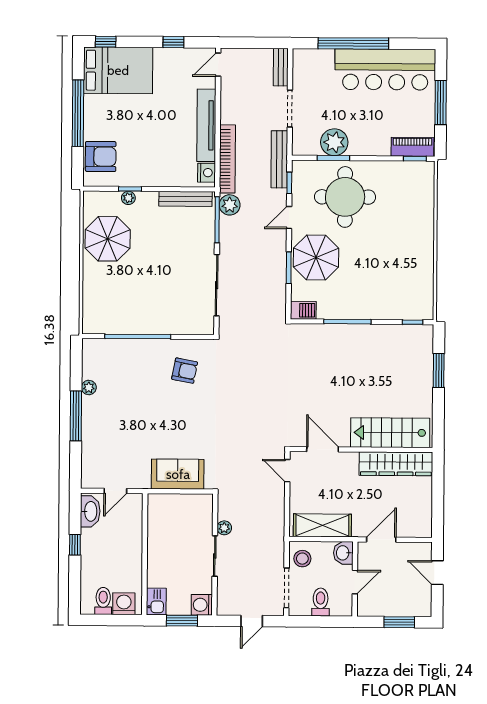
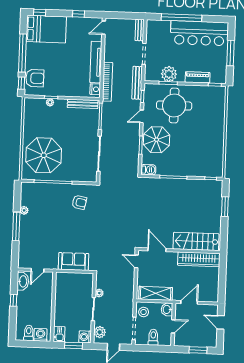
piano: (413, 147) -> (198, 77), moved
window: (78, 166) -> (21, 83), added
plant: (230, 205) -> (100, 332), moved
parasol: (108, 239) -> (44, 155), moved, width x1.36, depth x1.36

